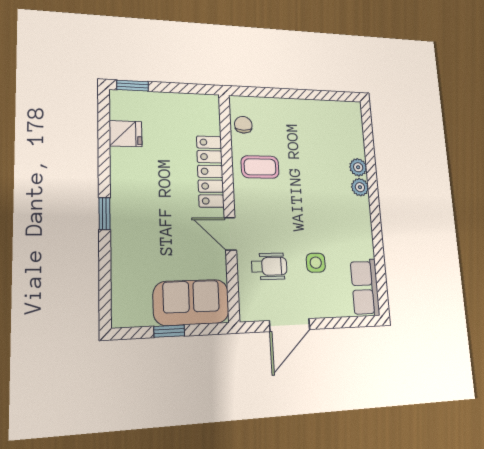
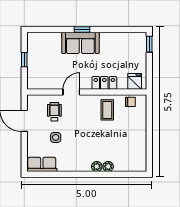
fridge: (126, 134) -> (135, 81), moved, turned 180
locker: (210, 171) -> (104, 83), width x0.66
wheelchair: (269, 266) -> (54, 112), turned 180
sofa: (191, 302) -> (80, 43), moved, turned 90

